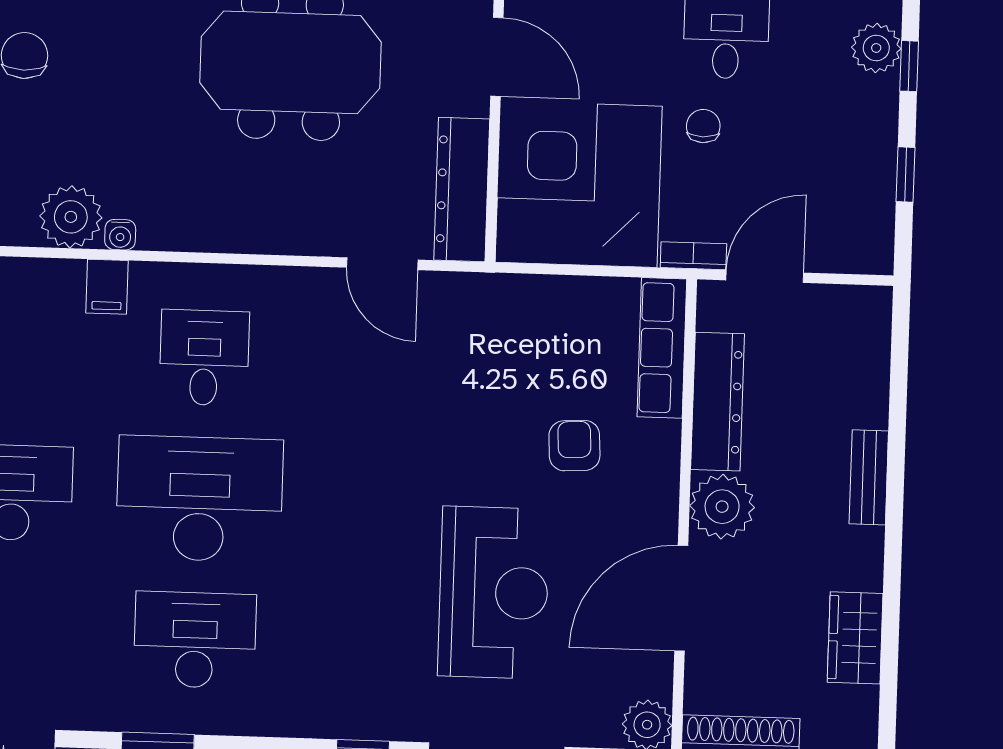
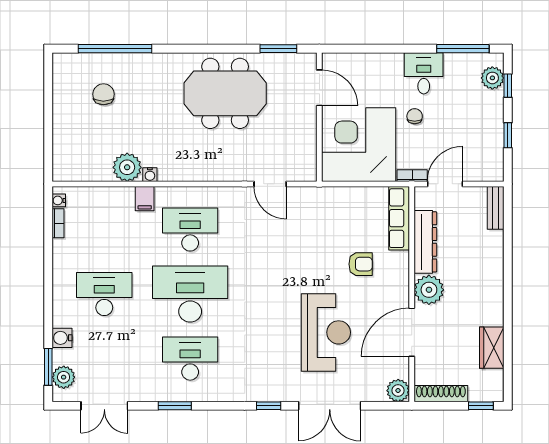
dresser: (462, 189) -> (305, 149), removed
desk: (204, 358) -> (190, 230), width x1.37
armchair: (574, 446) -> (361, 264), turned 93
bench: (869, 477) -> (496, 208), moved

